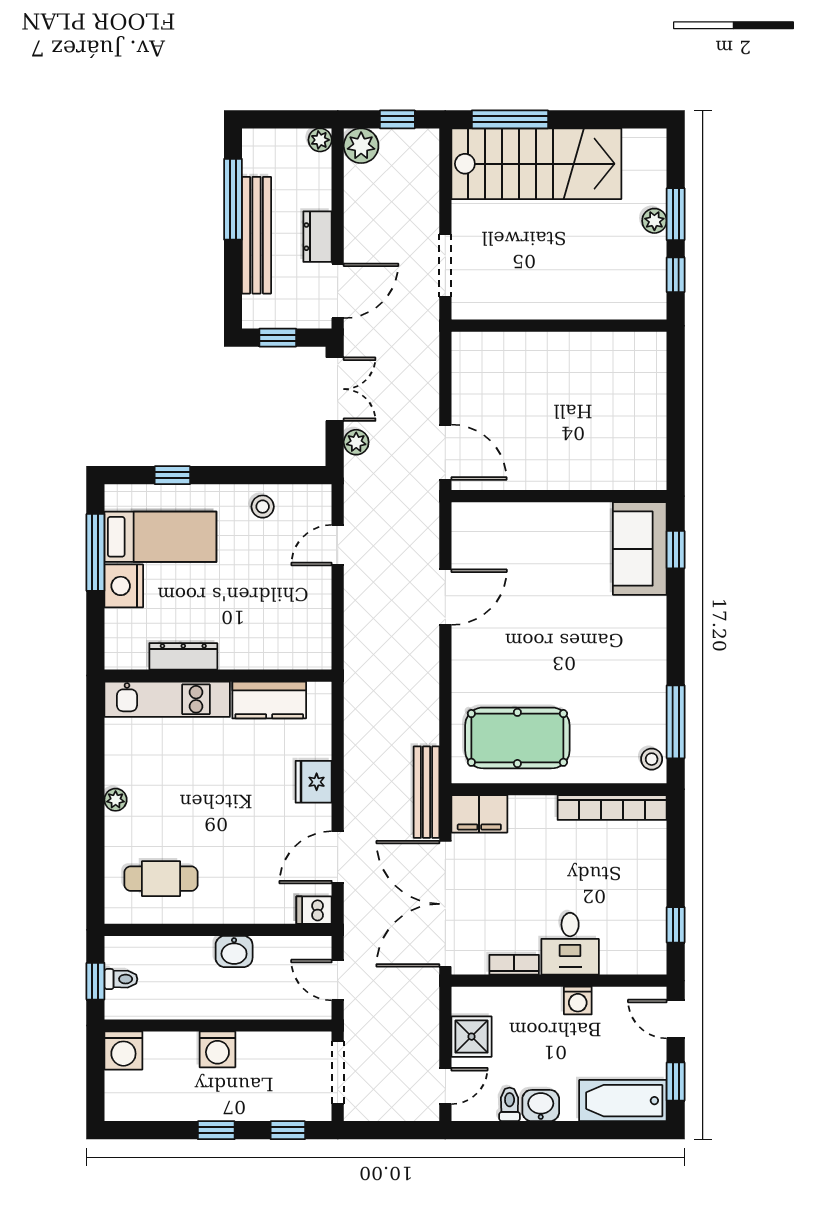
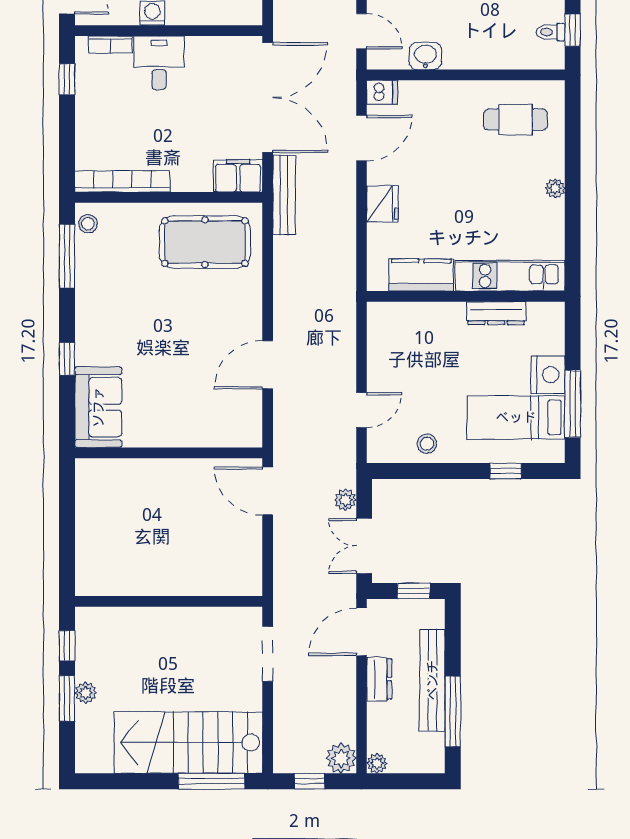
window: (676, 550) -> (67, 359), moved
washbasin: (234, 951) -> (425, 56), moved
bookcase: (514, 965) -> (110, 44), moved

